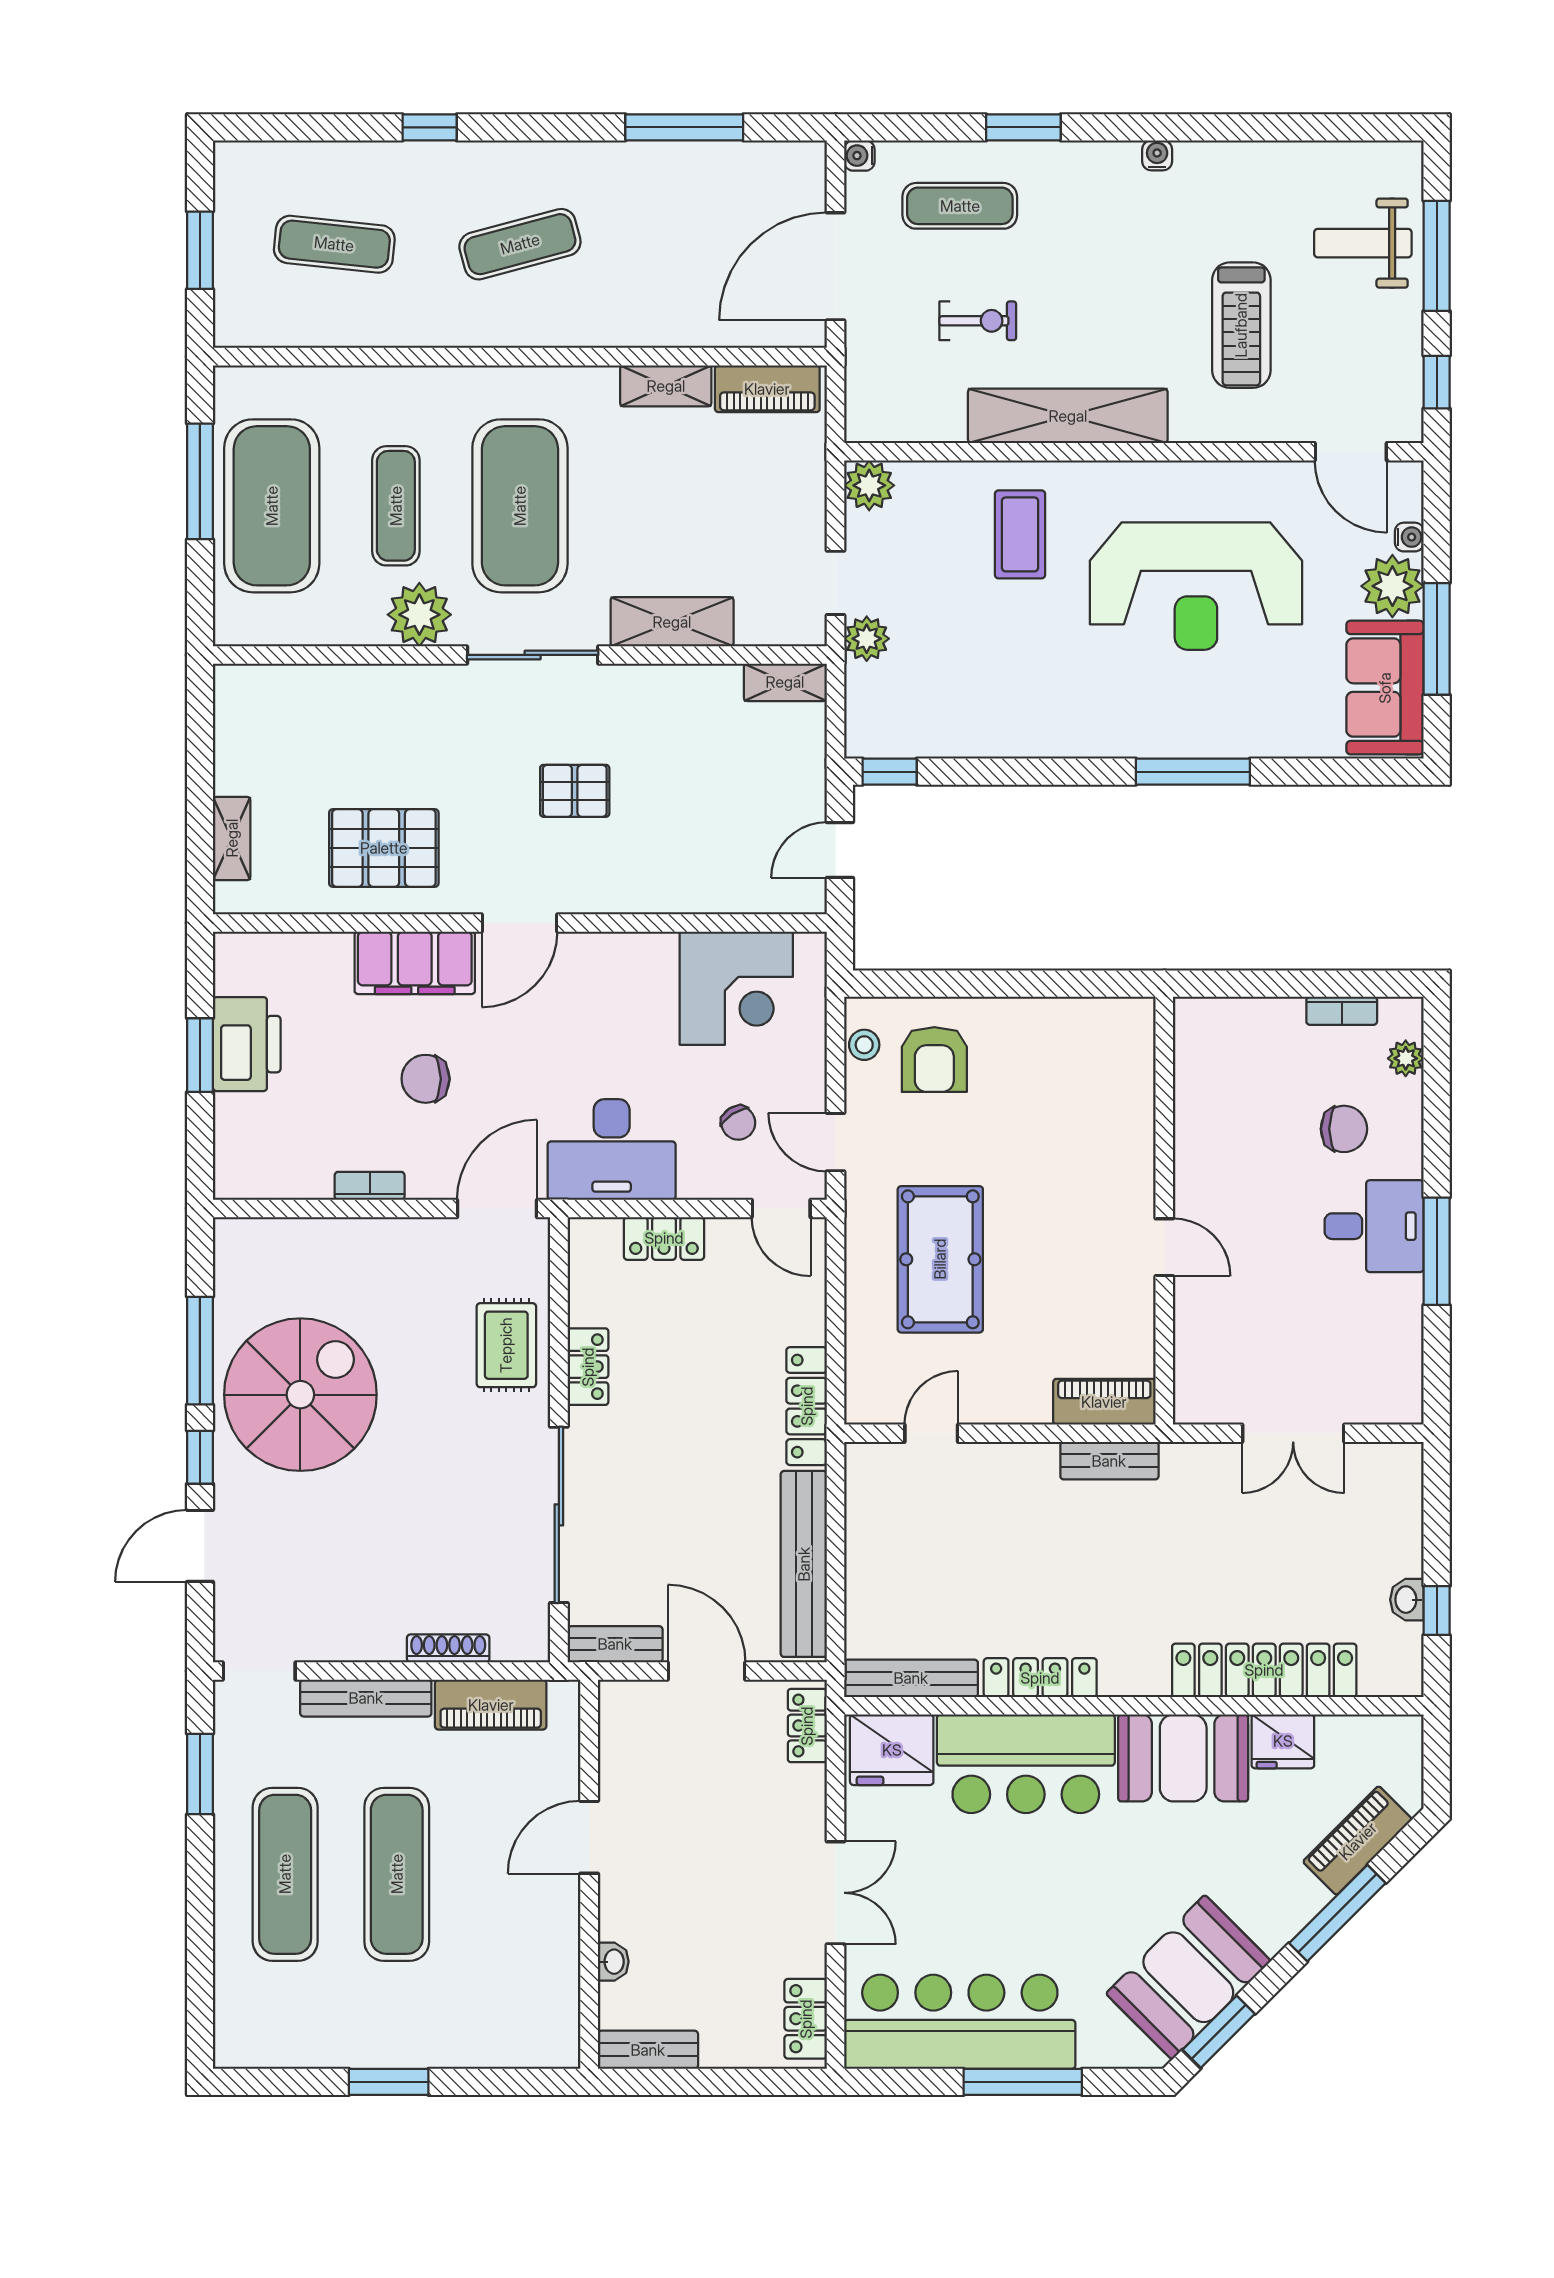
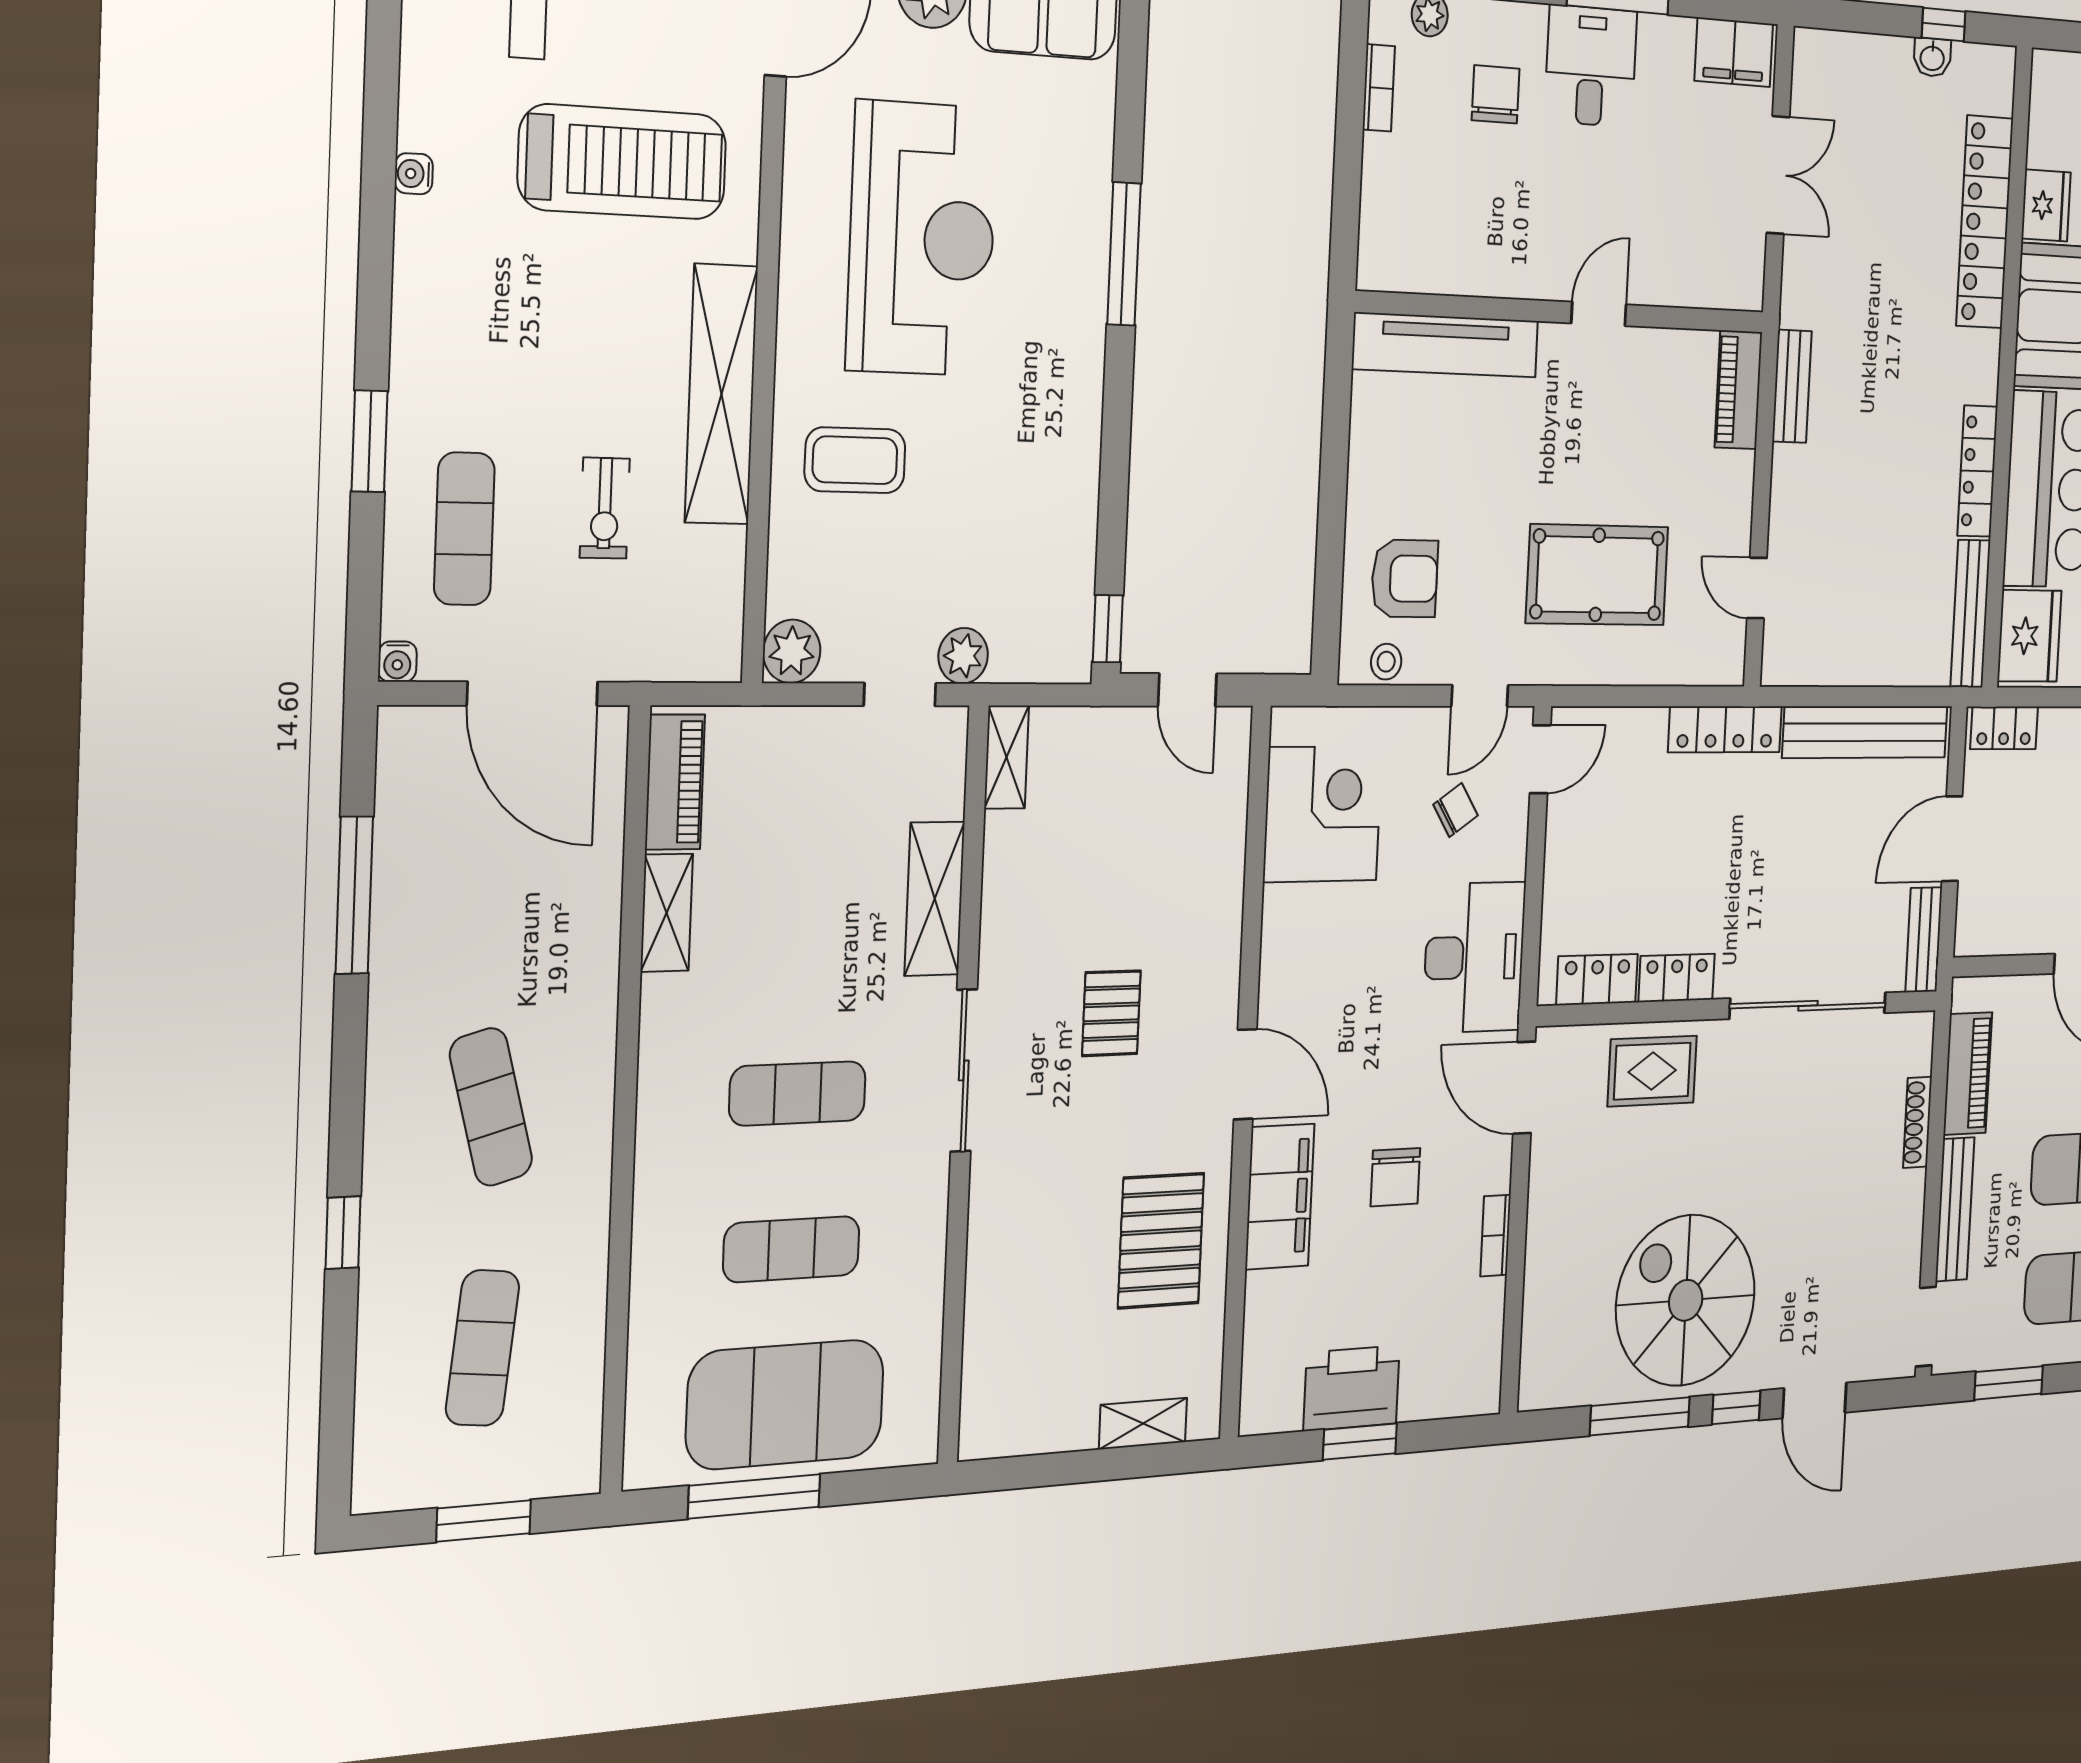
water cooler: (1157, 155) -> (414, 174), moved
exercise bike: (978, 321) -> (605, 508), turned 180
treadmill: (1241, 325) -> (623, 162), width x1.37, depth x1.38
exercise mat: (520, 506) -> (798, 1093), width x0.50, depth x0.69
plant: (419, 615) -> (914, 1213), removed
tv unit: (1132, 1090) -> (1446, 345), added
locker: (664, 1238) -> (1597, 979), moved, turned -90
filing cabinet: (1396, 1378) -> (1734, 52), added

